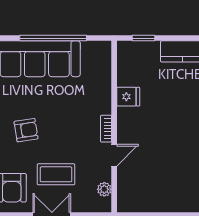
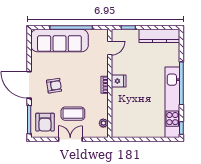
fridge: (128, 97) -> (119, 81), moved
door: (114, 155) -> (110, 48), moved

